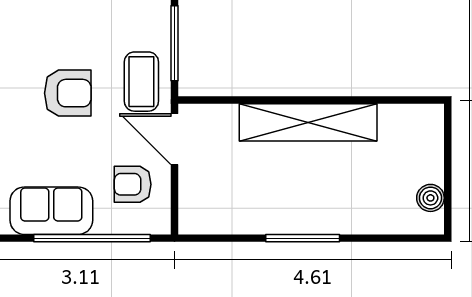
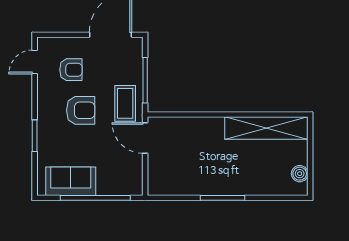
shelving: (308, 122) -> (266, 128), moved
armchair: (133, 184) -> (71, 70), moved, turned 180

